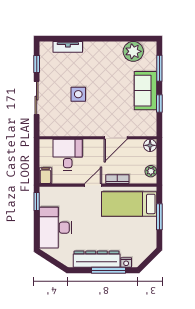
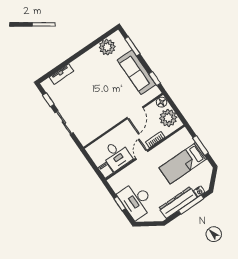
sofa: (145, 91) -> (137, 72), width x1.36
side table: (78, 94) -> (90, 101), removed
window: (159, 103) -> (155, 79), moved
desk: (68, 155) -> (117, 155), moved, turned 180
plant: (151, 171) -> (168, 118), width x1.88, depth x1.88
window: (37, 202) -> (120, 204), moved
bed: (129, 204) -> (183, 163), moved

